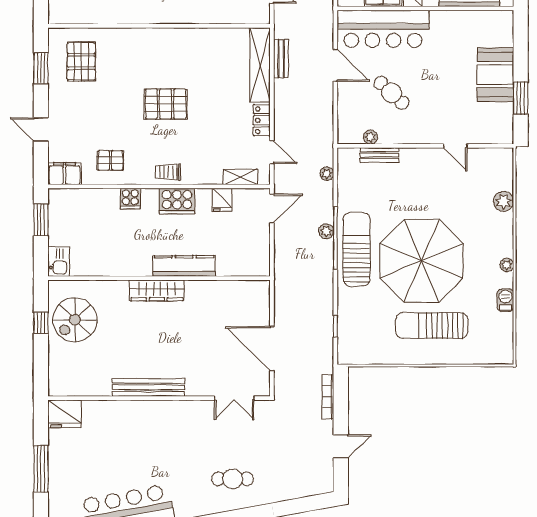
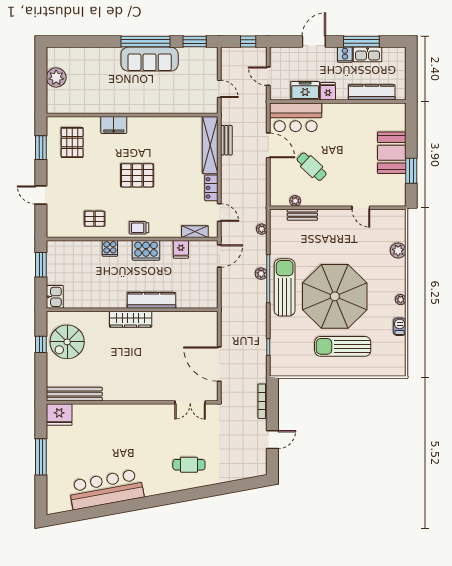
bar counter: (383, 29) -> (296, 117), width x0.73
filing cabinet: (65, 174) -> (114, 125), moved, turned 180
bench: (148, 387) -> (74, 394), moved

